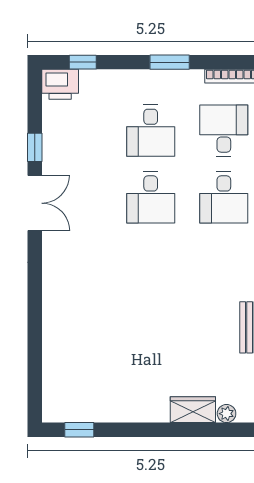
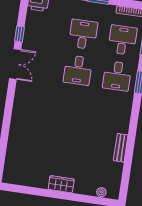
desk: (151, 131) -> (83, 34), turned 180
wardrobe: (193, 410) -> (61, 184), moved
window: (79, 430) -> (21, 189), removed

